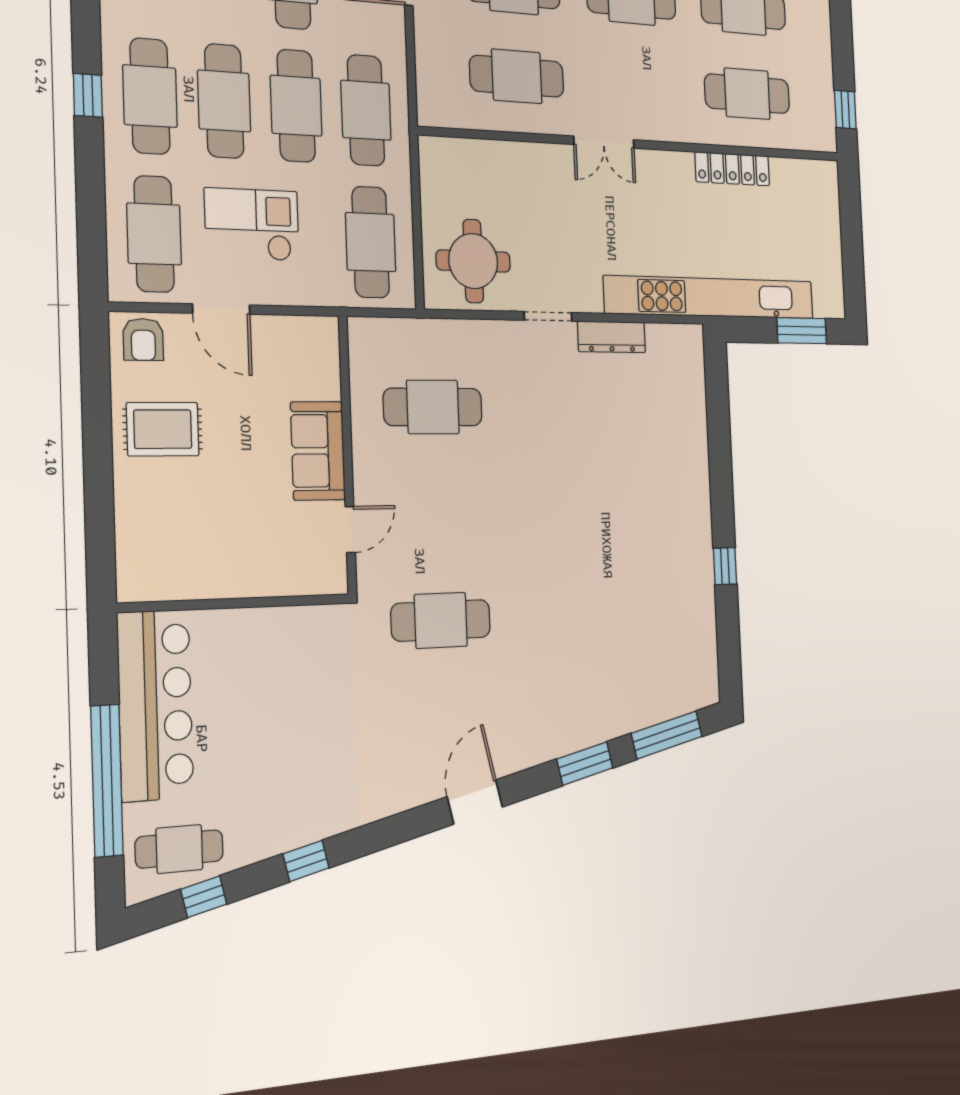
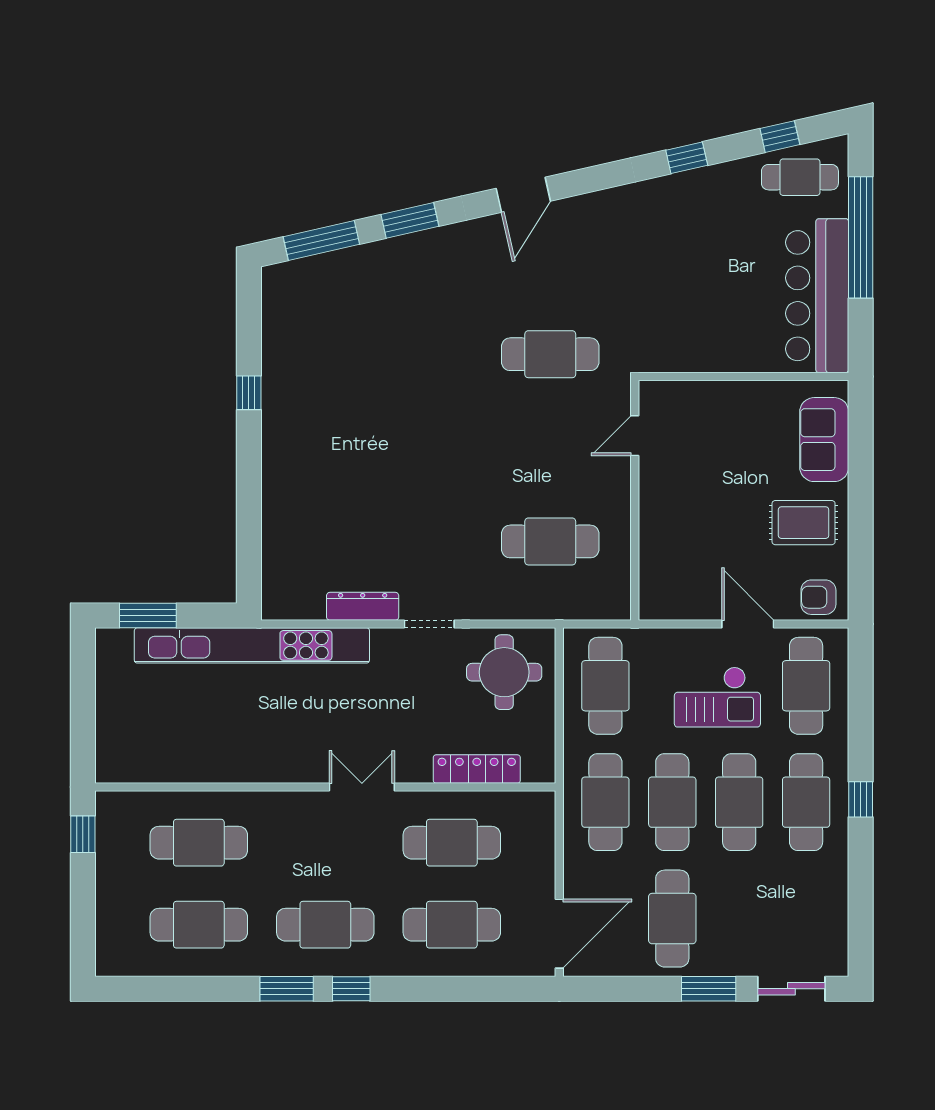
locker: (732, 169) -> (477, 769), moved
armchair: (143, 339) -> (818, 597), turned -90
sofa: (318, 451) -> (824, 440), moved, turned 180

